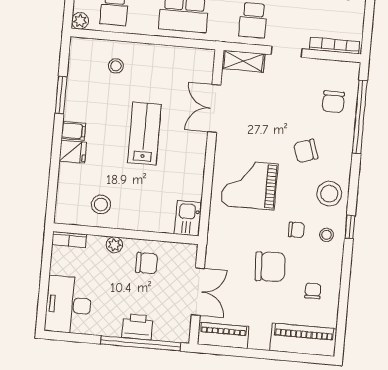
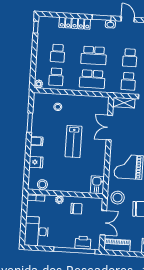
lab bench: (144, 133) -> (74, 142), turned 180
fridge: (73, 152) -> (36, 162), moved
stool: (101, 204) -> (42, 184), moved
stool: (227, 244) -> (118, 198), added
printer: (137, 327) -> (83, 243), moved

